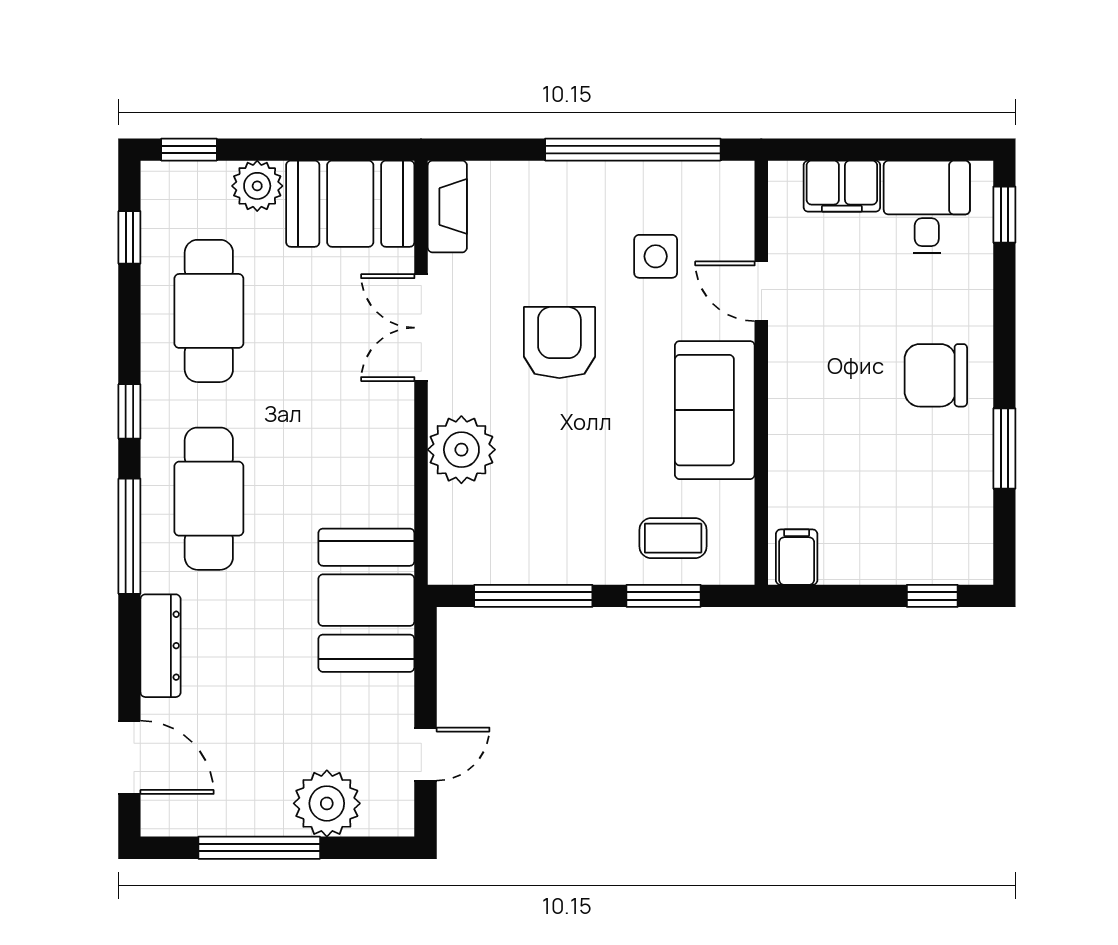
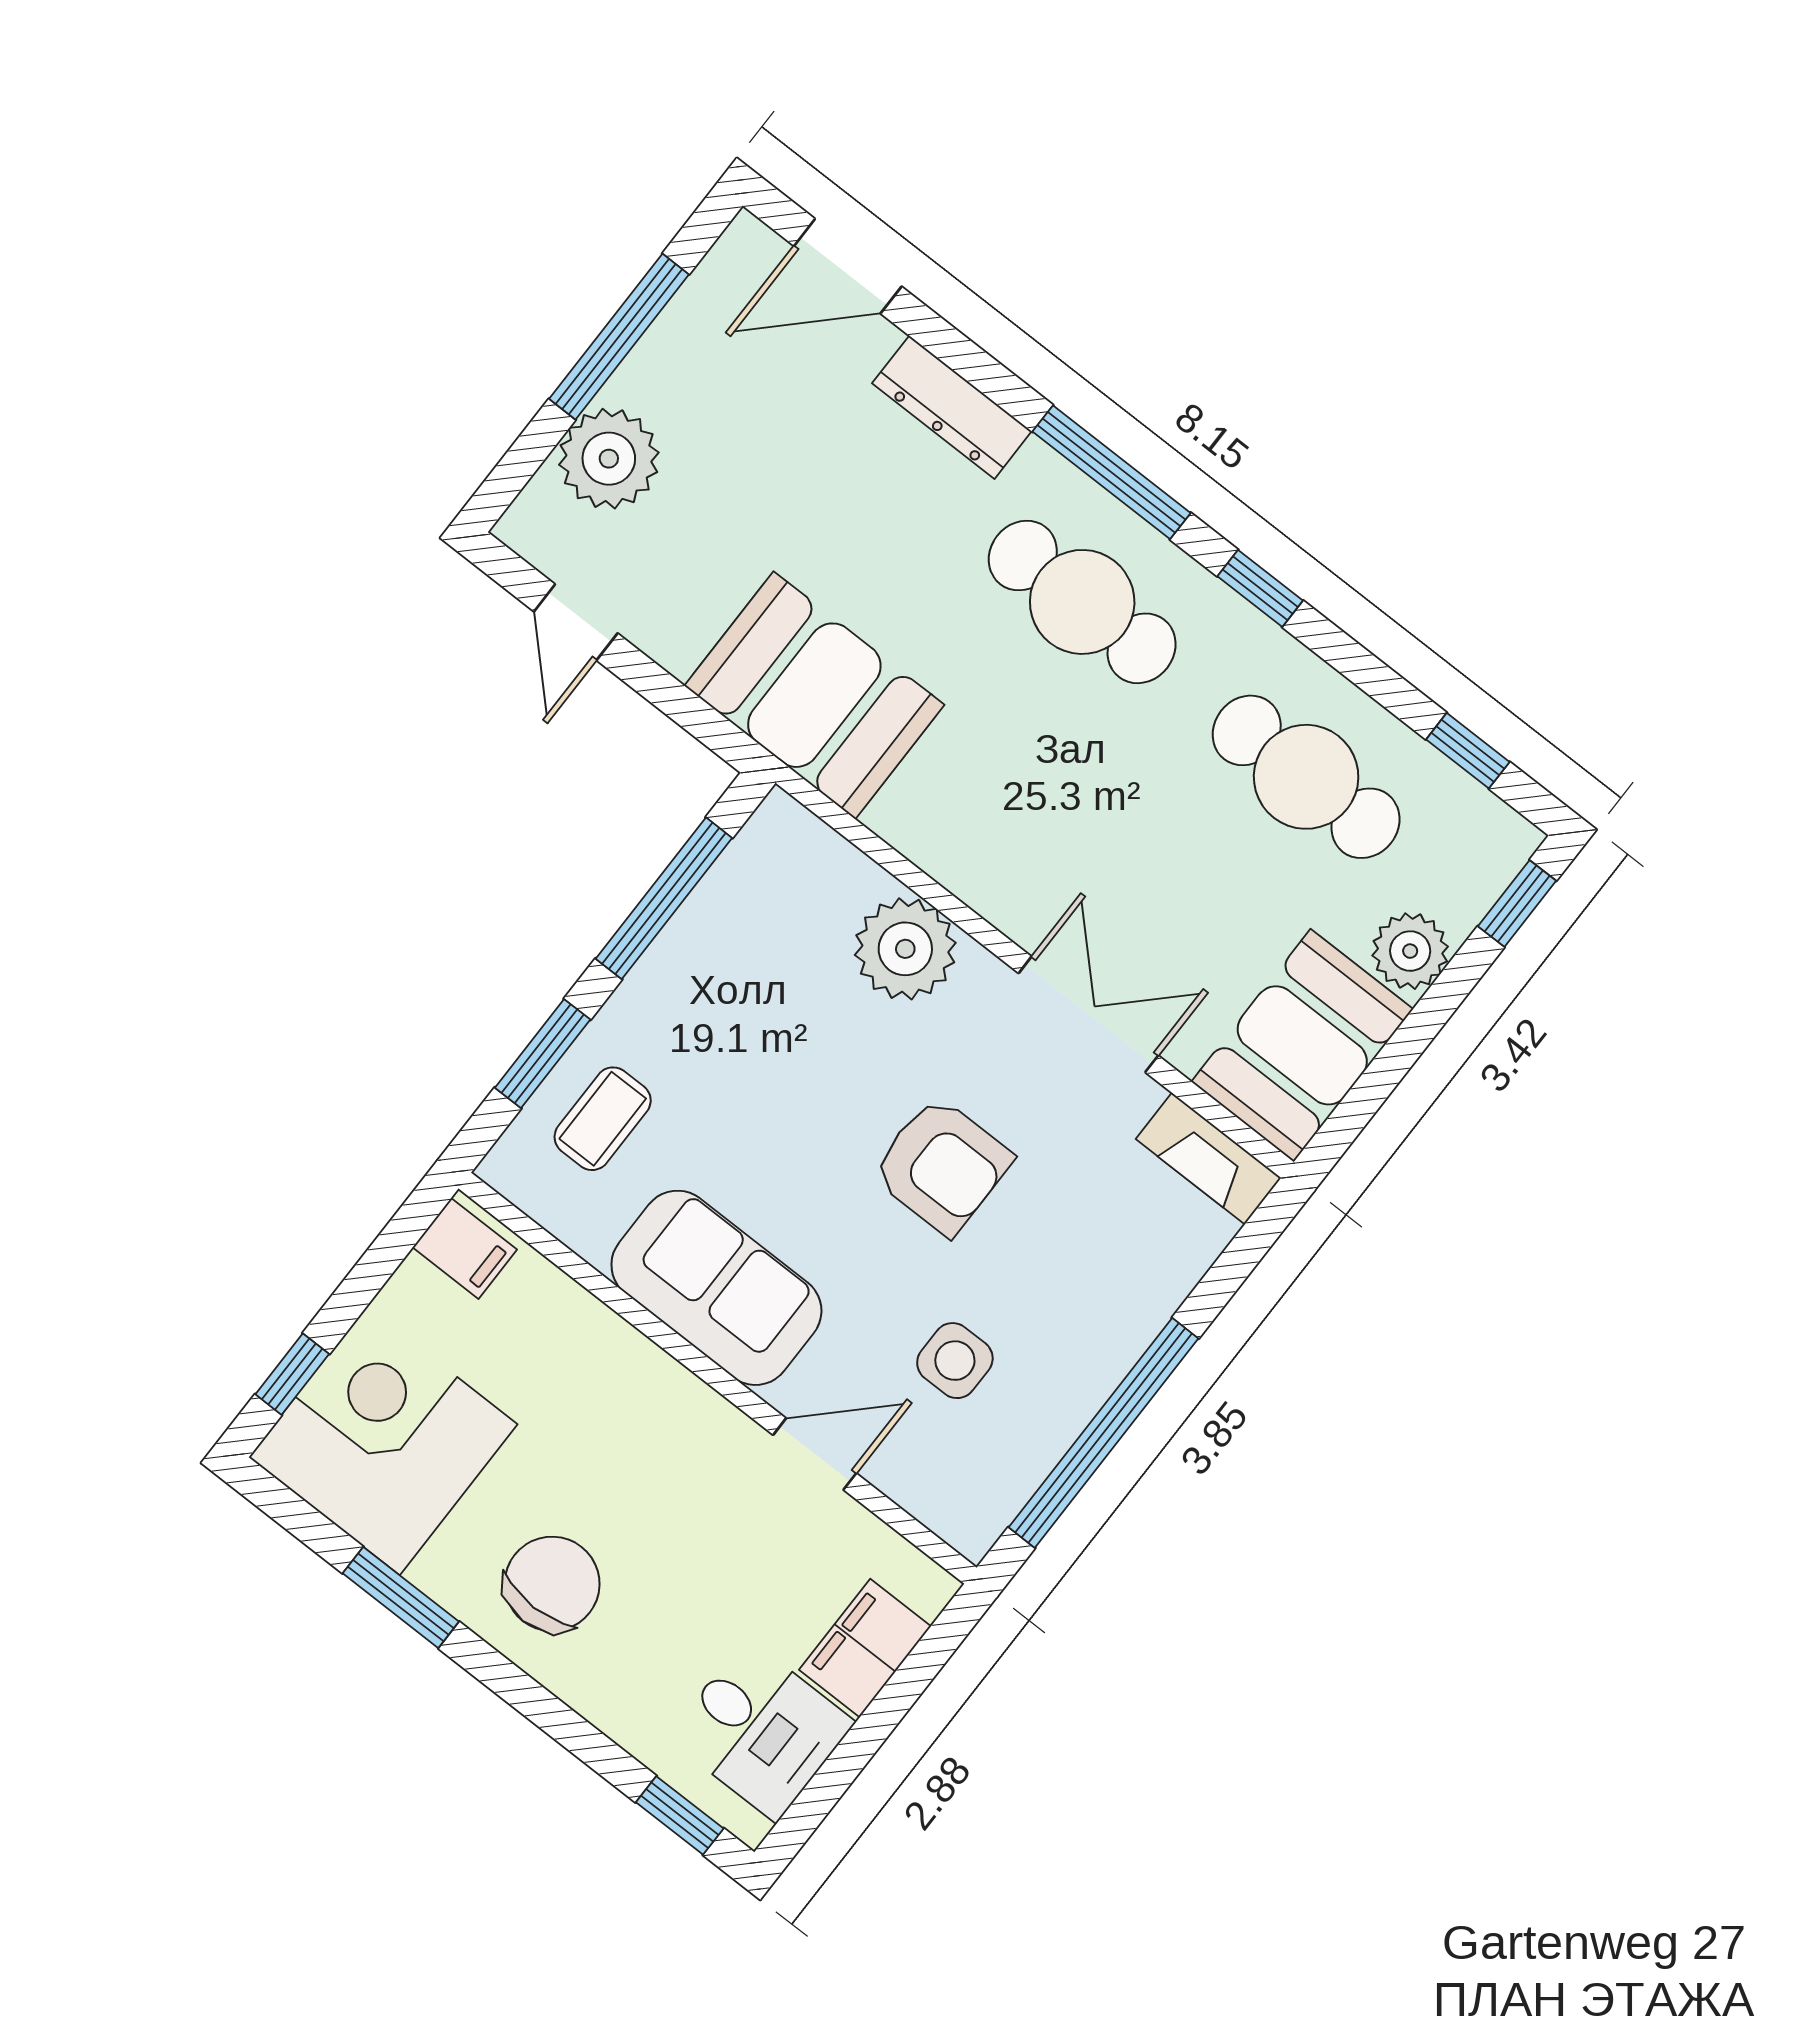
corner desk: (930, 521) -> (383, 1441), added

